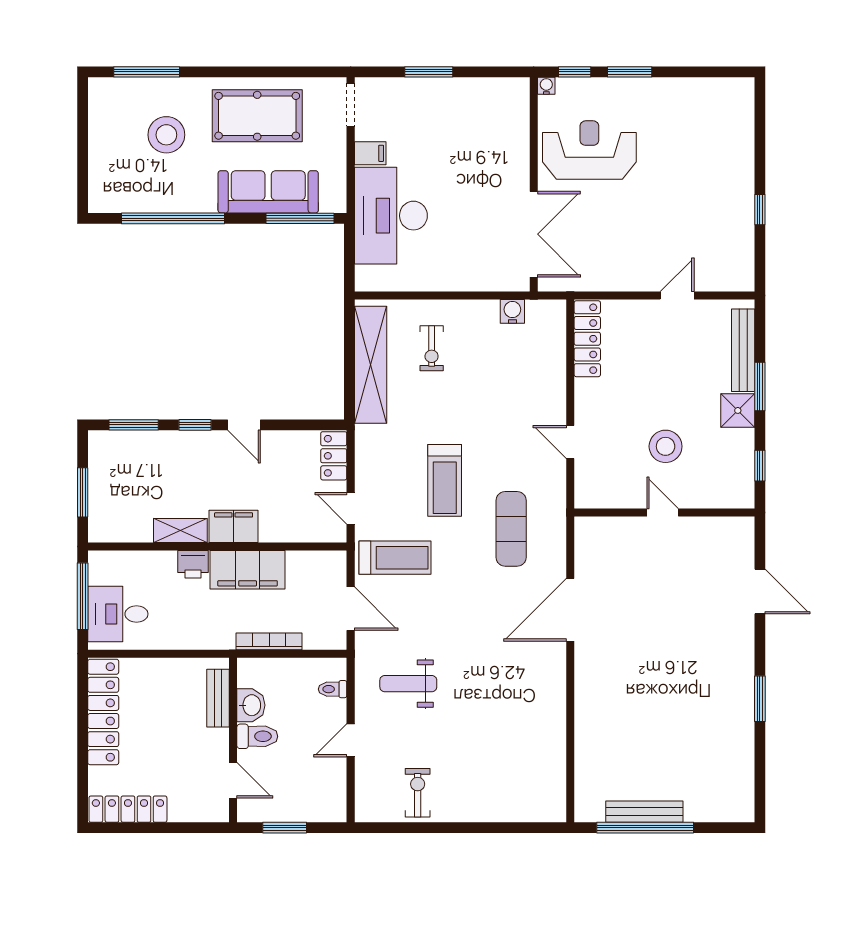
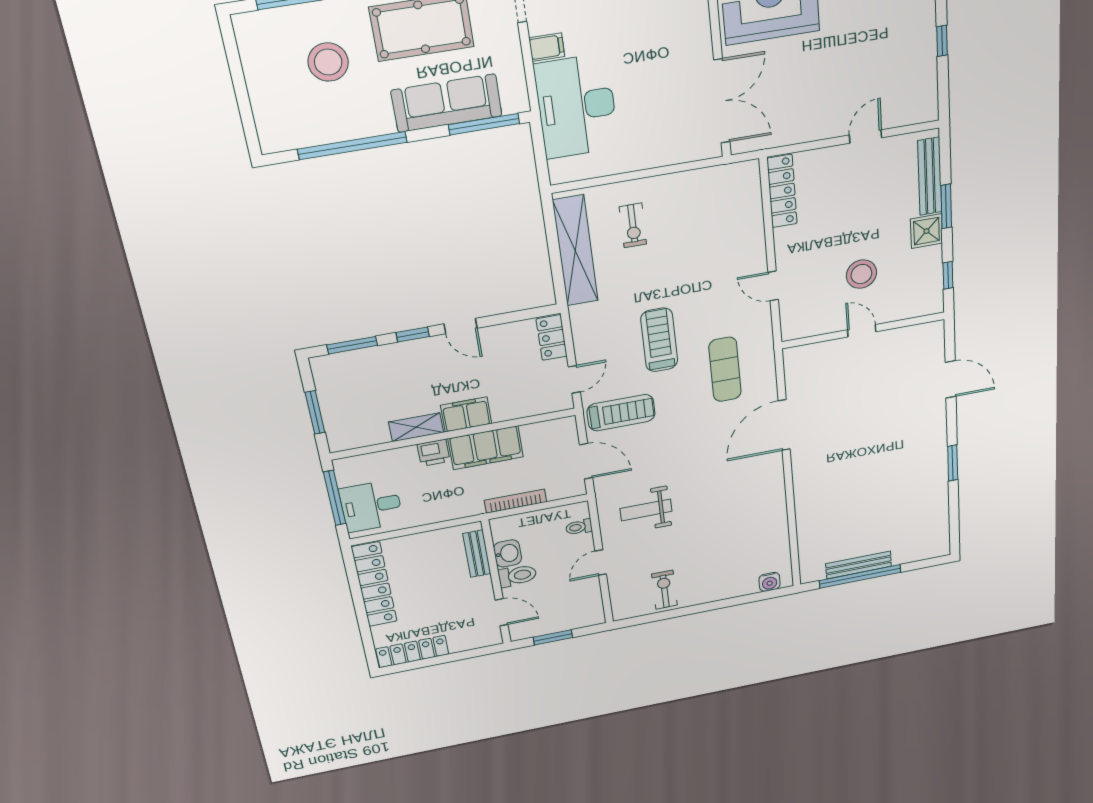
water cooler: (512, 311) -> (770, 582), moved, turned 180
treadmill: (445, 480) -> (659, 340), turned 180
door: (351, 508) -> (574, 379), swing flipped

